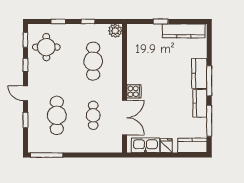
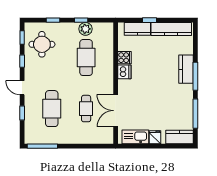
plant: (115, 31) -> (85, 29), moved
dishwasher: (134, 76) -> (124, 72), added
cooker: (134, 91) -> (124, 58), moved
kitchen counter: (200, 103) -> (137, 29), moved, turned -90
double door: (125, 118) -> (116, 111), swing flipped

